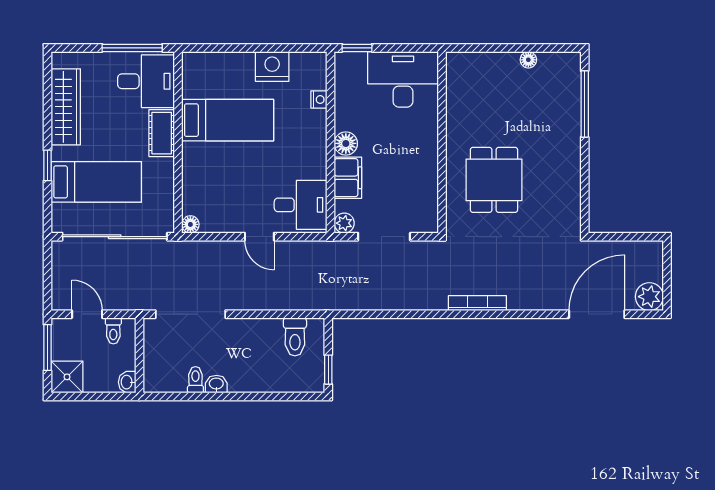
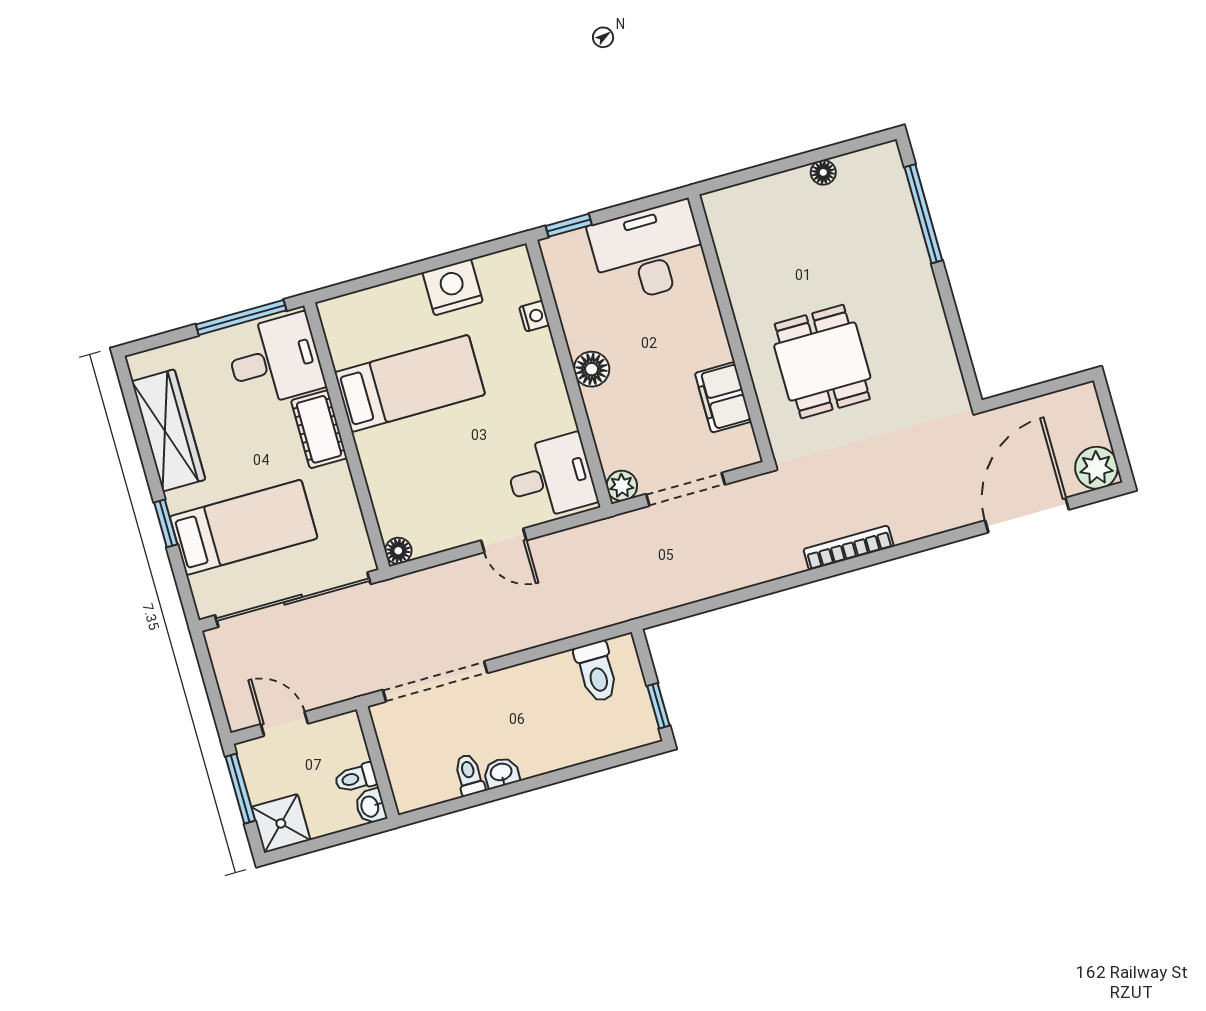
filing cabinet: (348, 178) -> (723, 397), moved, turned 180
toilet: (113, 331) -> (356, 778), moved, turned 90

